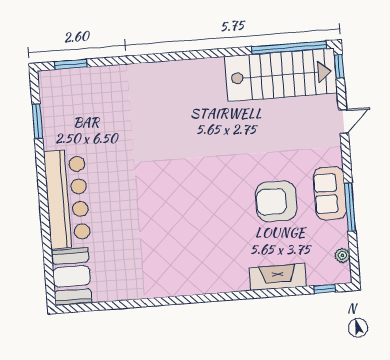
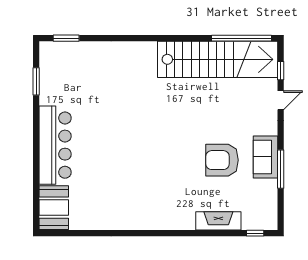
window: (339, 66) -> (281, 71), moved
stairs: (281, 75) -> (218, 59), width x1.36
plant: (342, 255) -> (272, 207), removed

